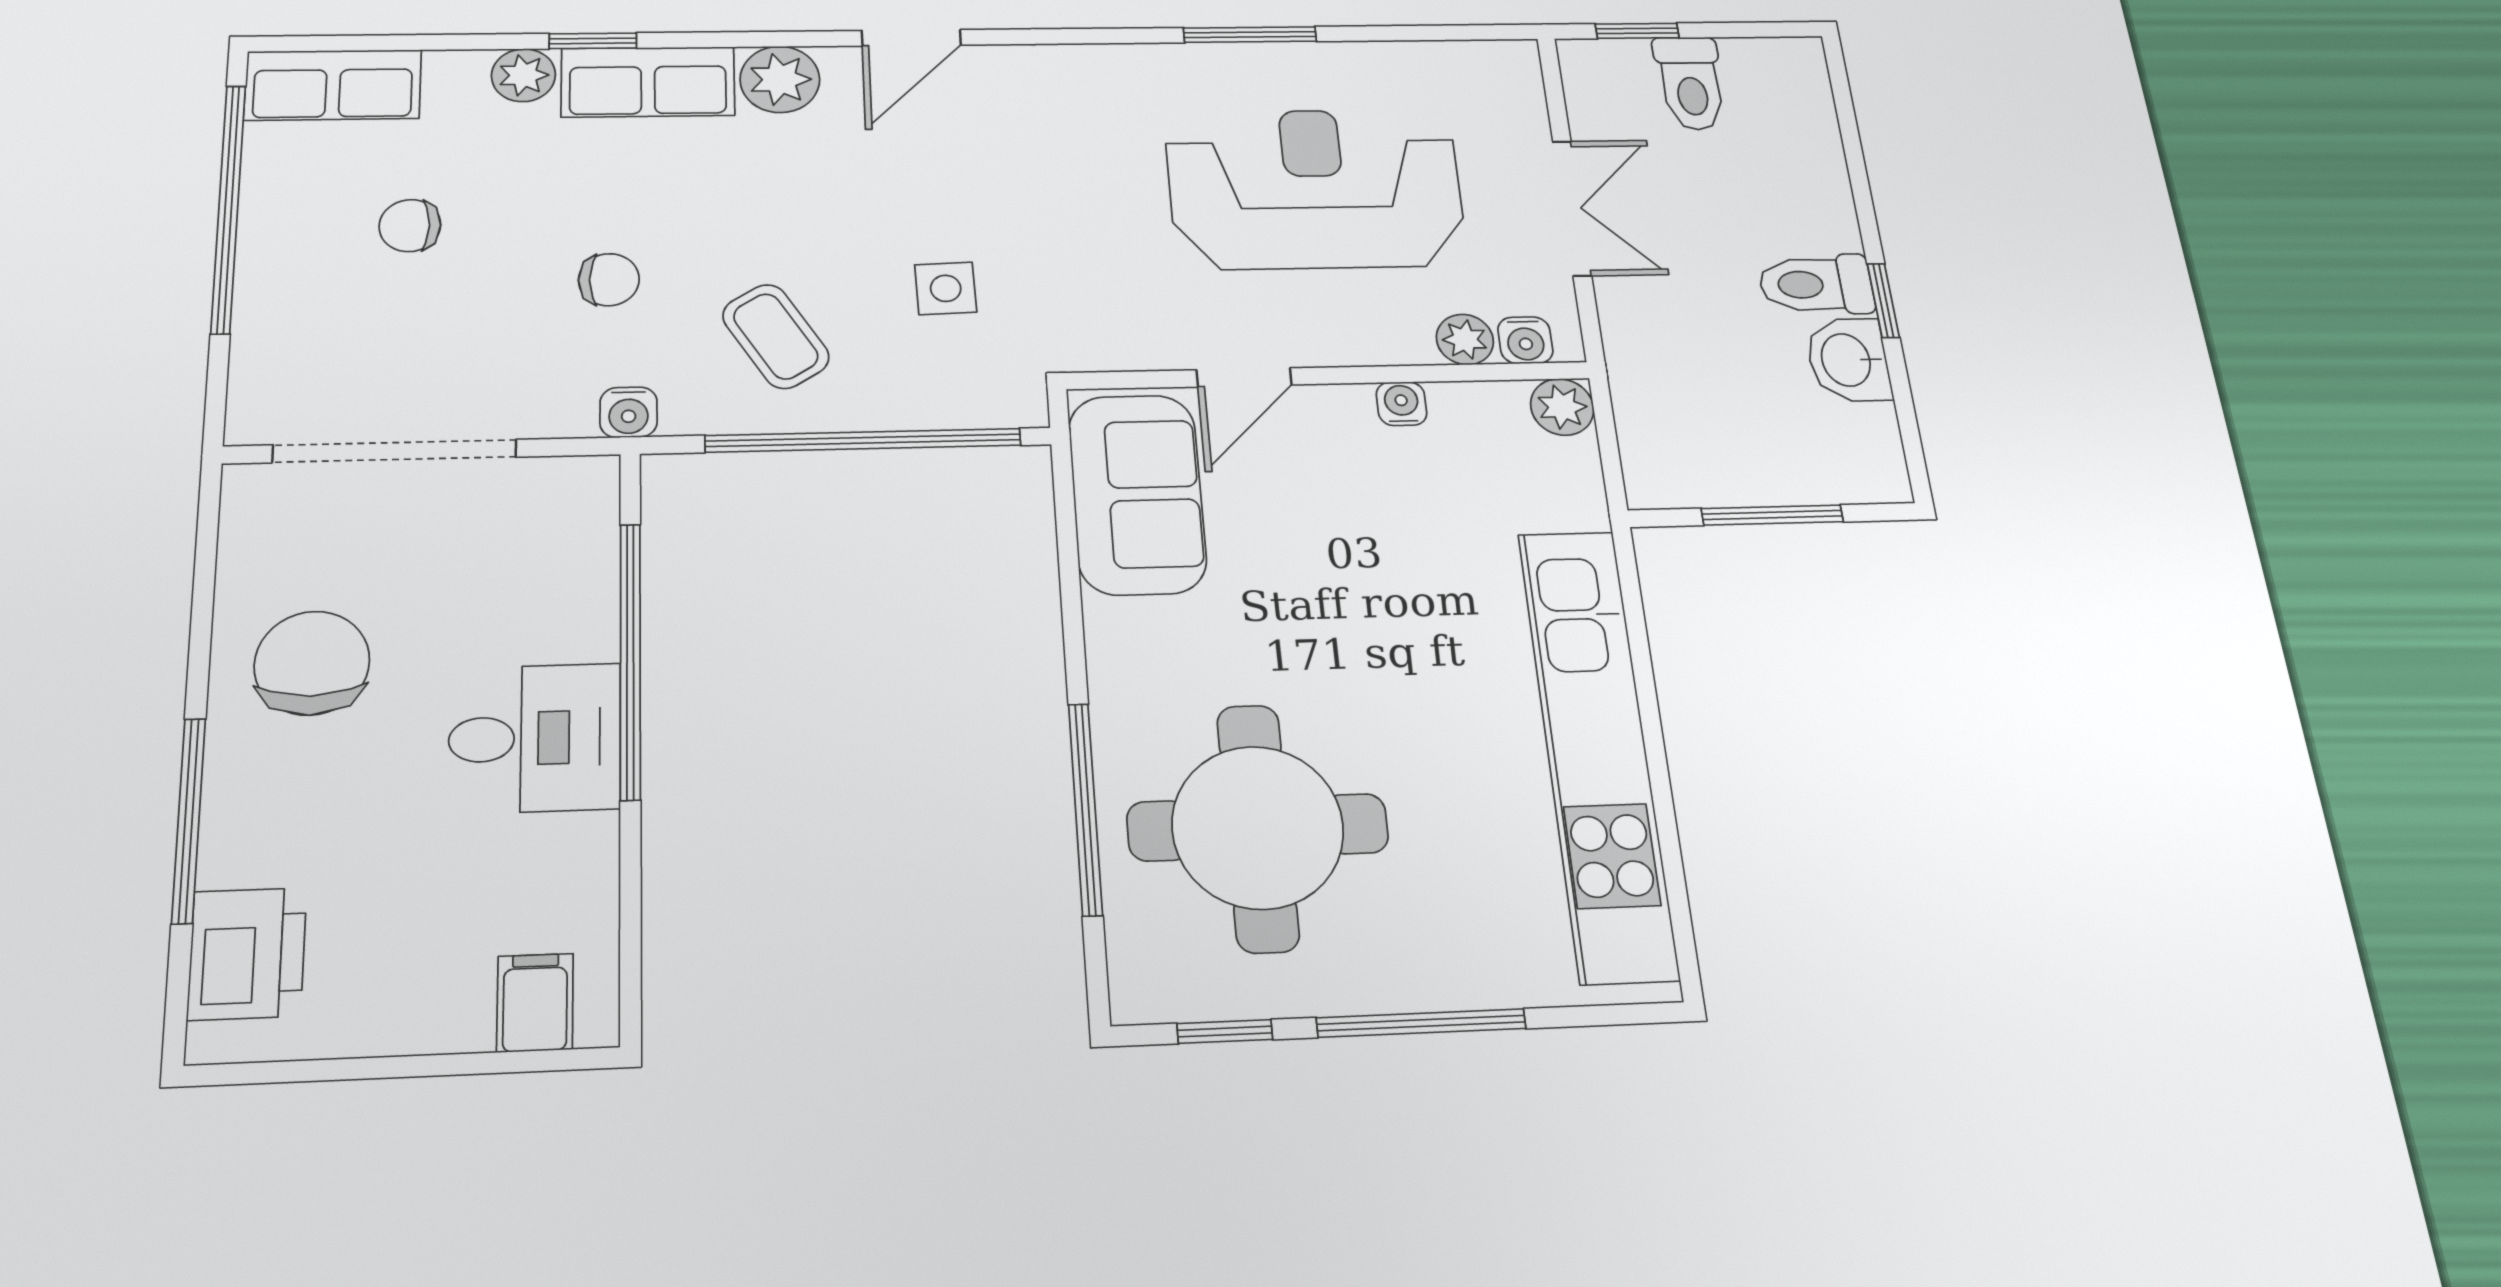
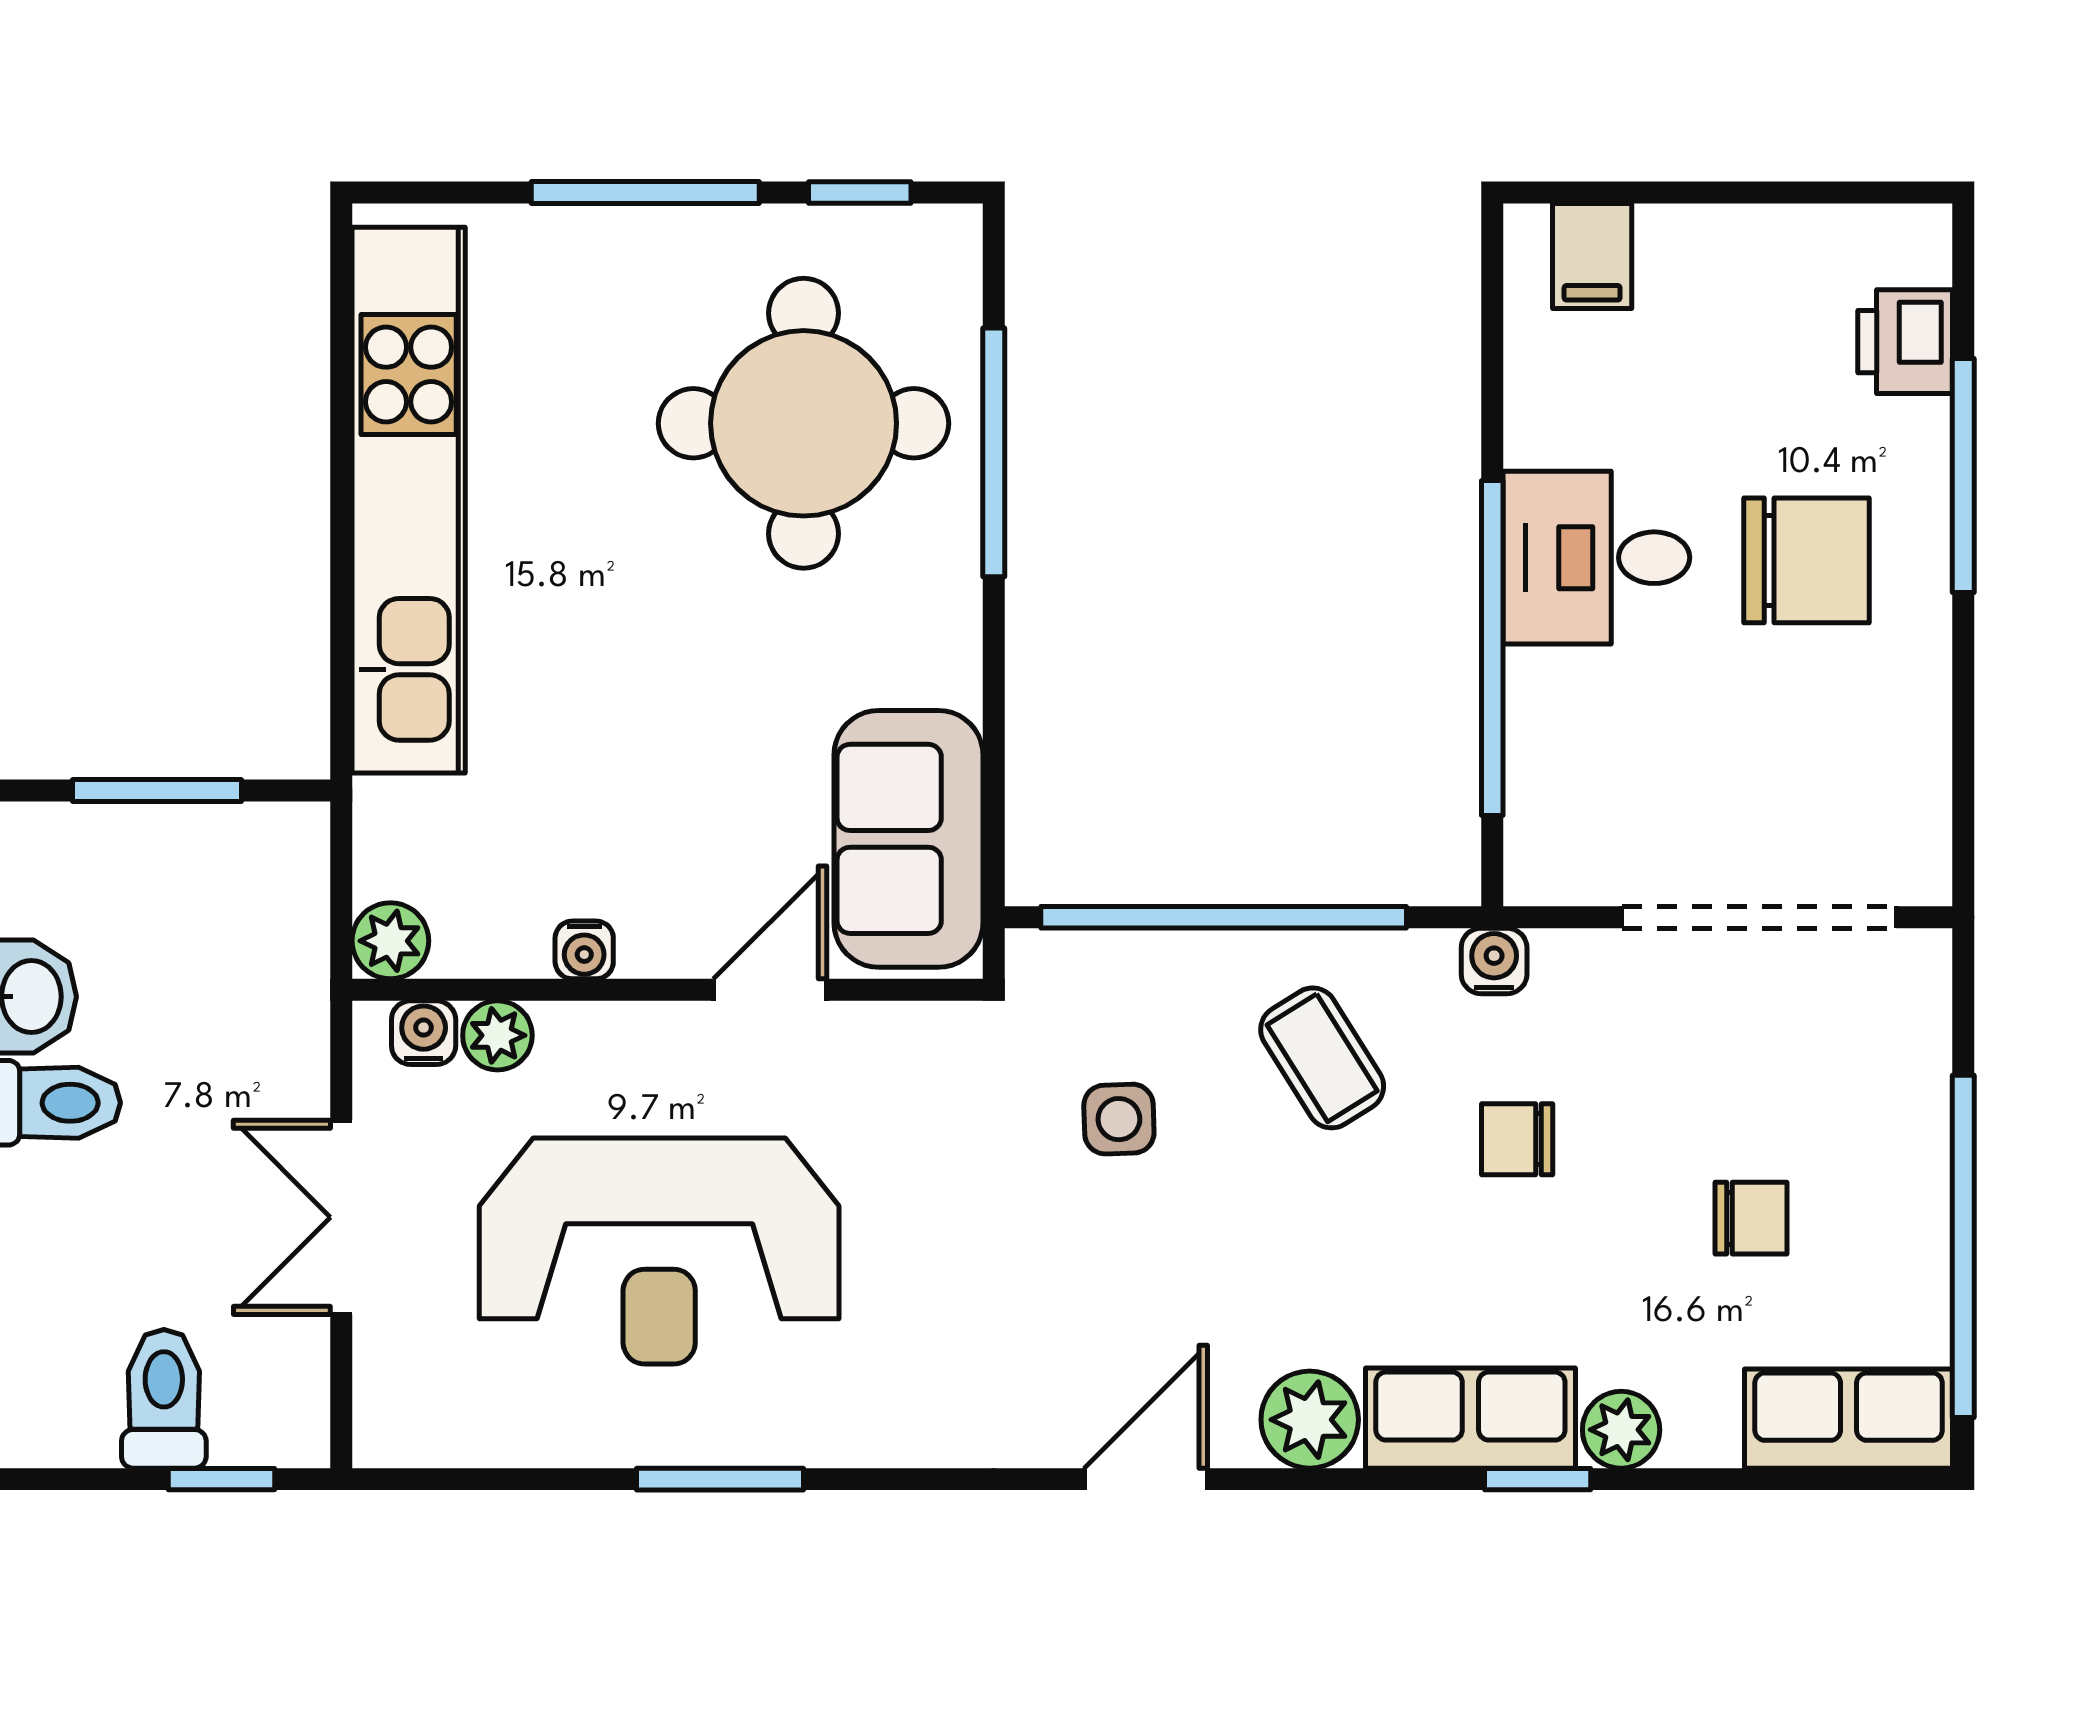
chair: (312, 663) -> (1807, 560), moved, turned -90
printer: (247, 954) -> (1905, 342), width x0.73, depth x0.81

